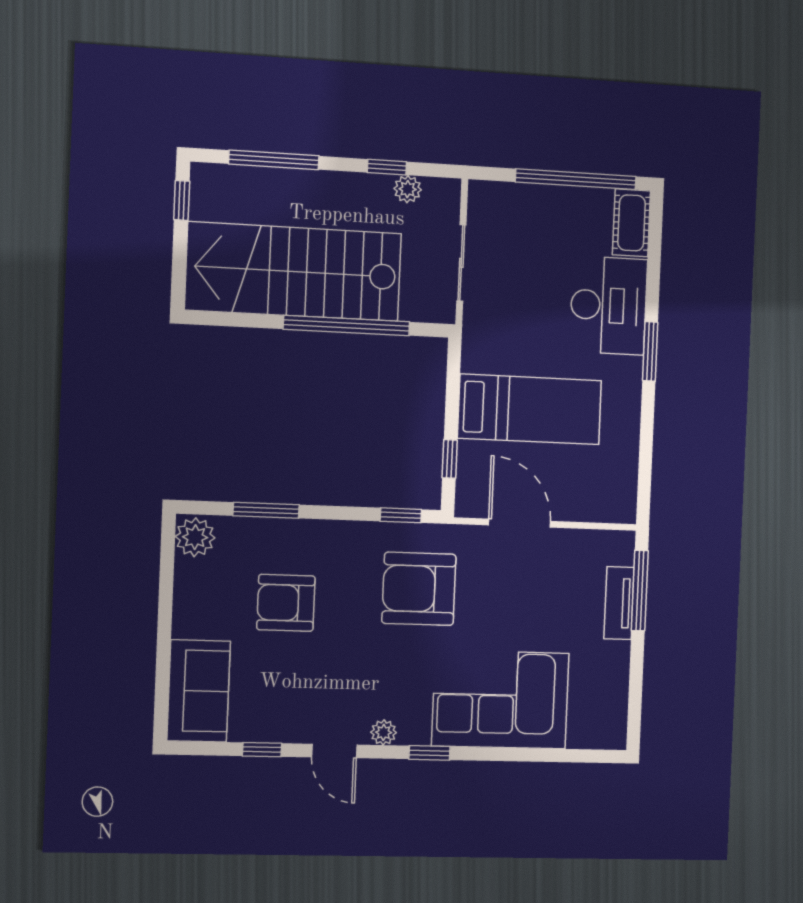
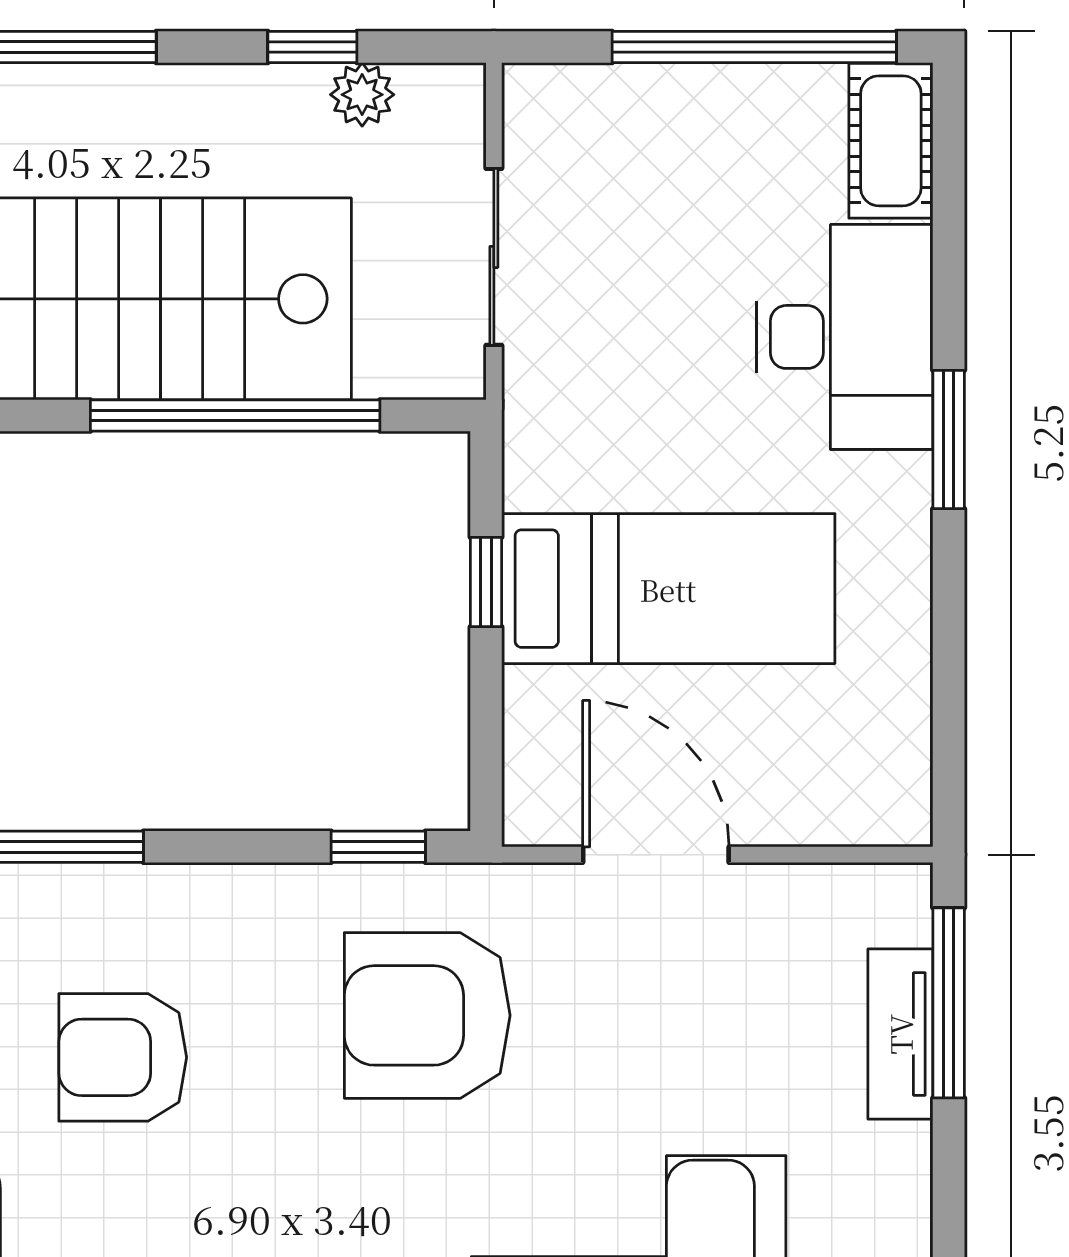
window: (450, 459) -> (486, 582), moved

